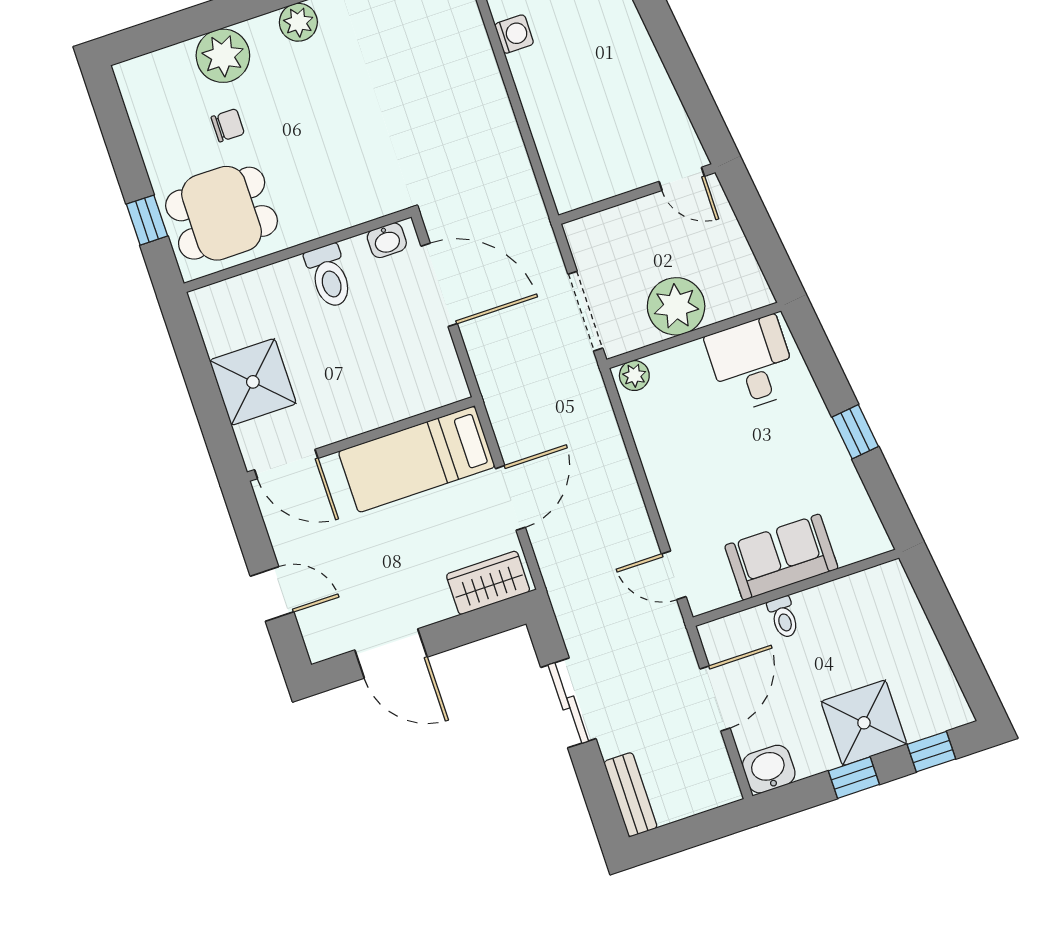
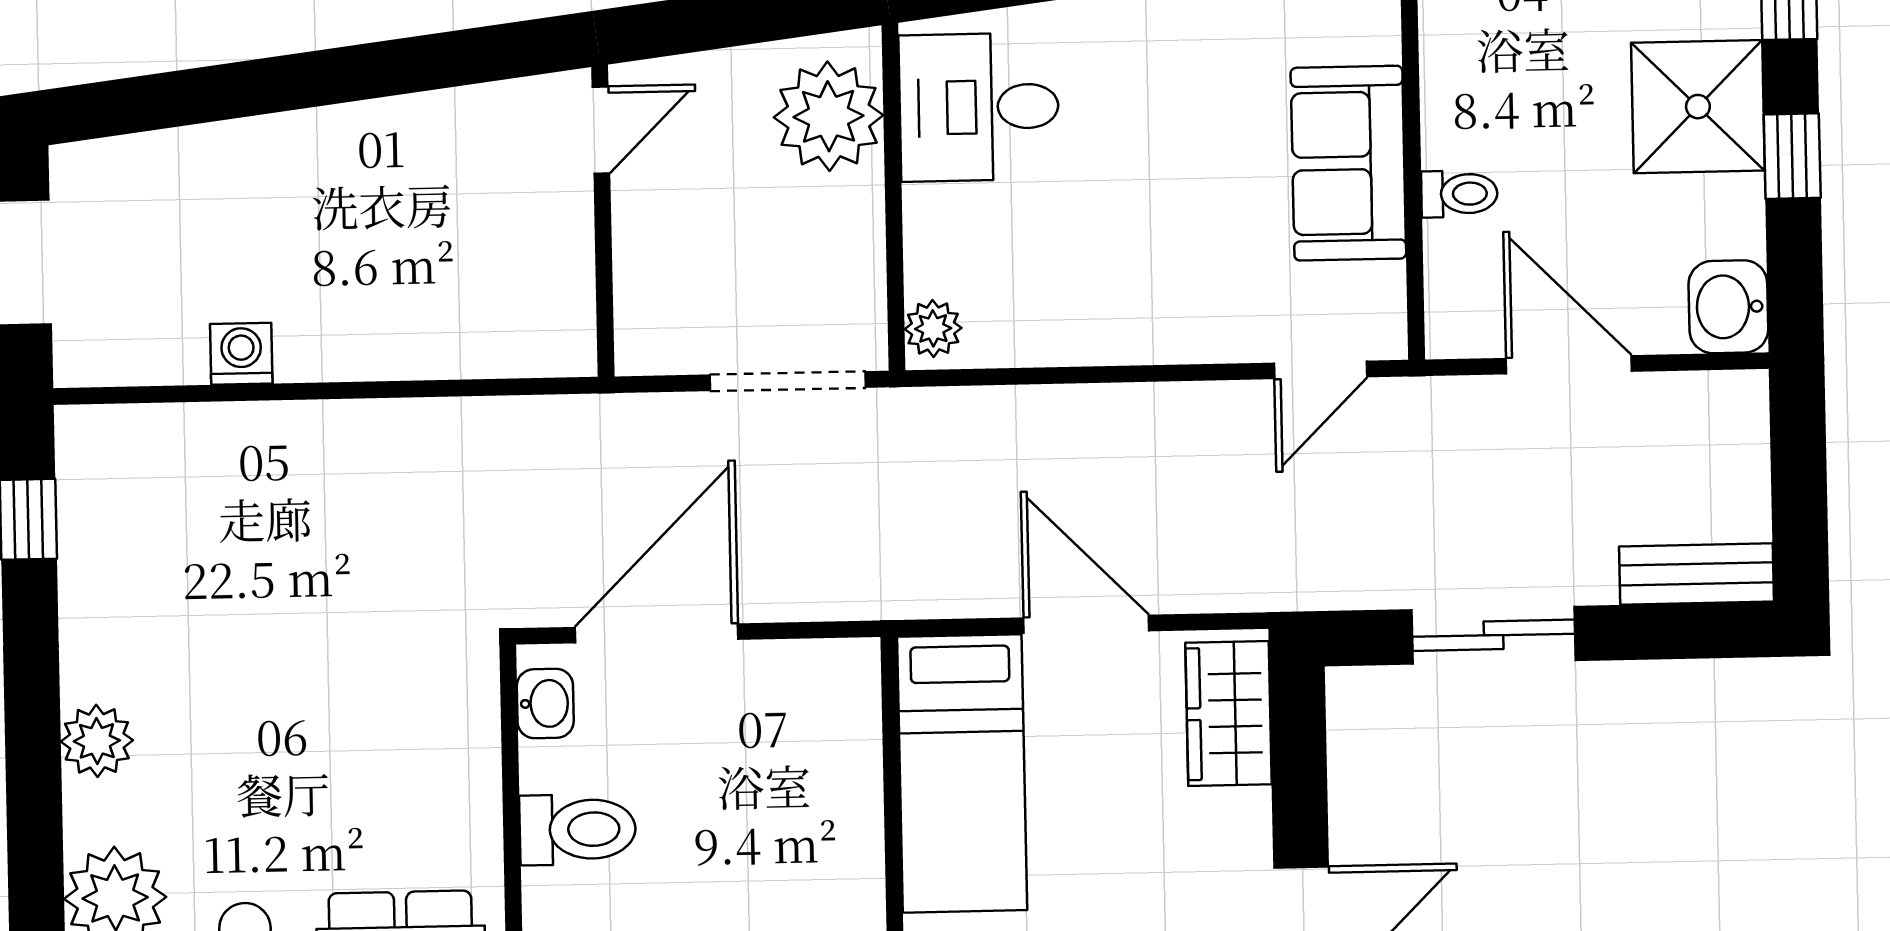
plant: (676, 306) -> (828, 116), moved

